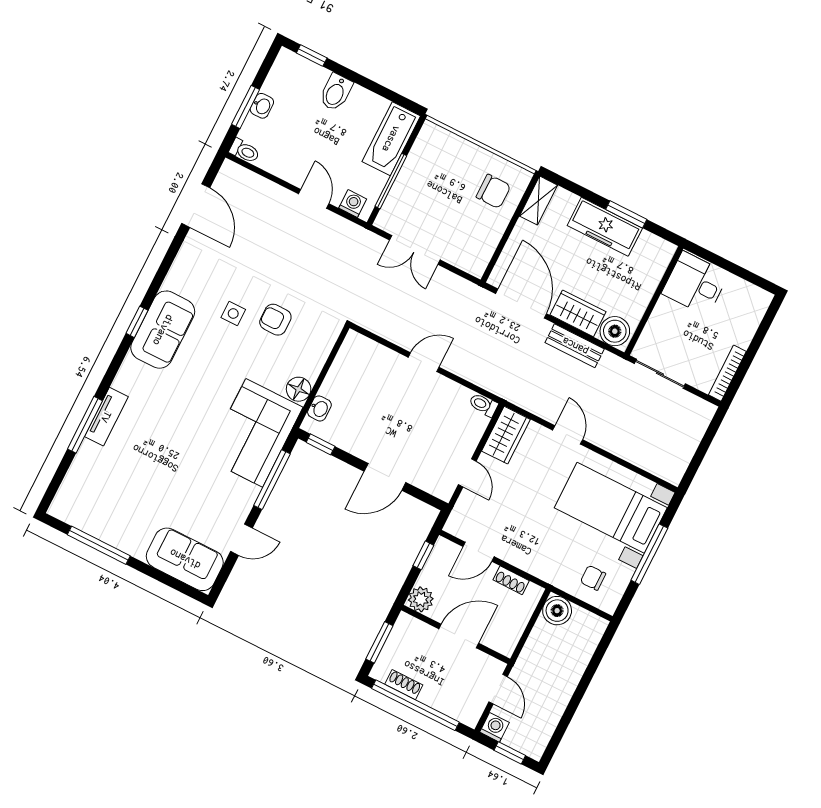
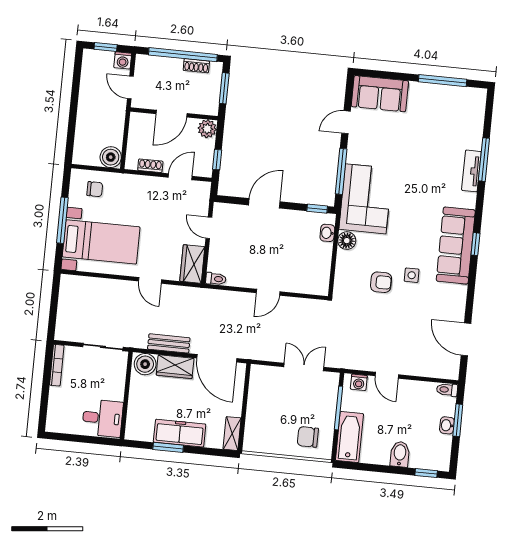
chair: (493, 191) -> (308, 437), moved
sofa: (163, 330) -> (456, 246), width x1.36

